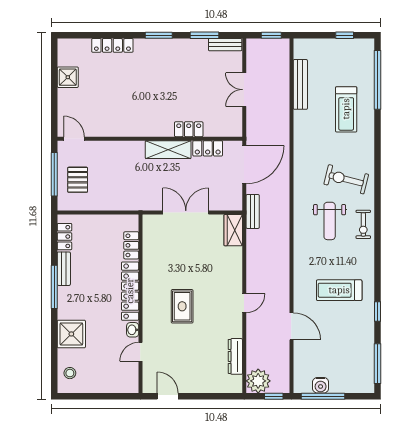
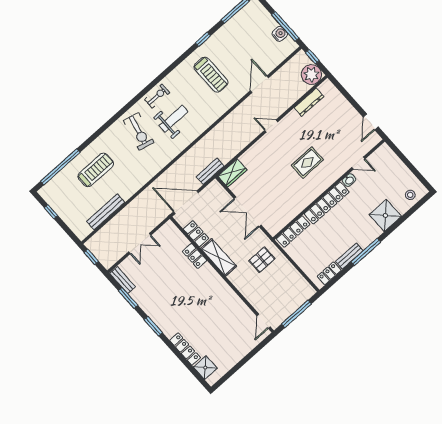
shower: (68, 77) -> (205, 368), moved
pallet: (78, 180) -> (262, 260), moved
locker: (131, 245) -> (293, 232), width x1.53

